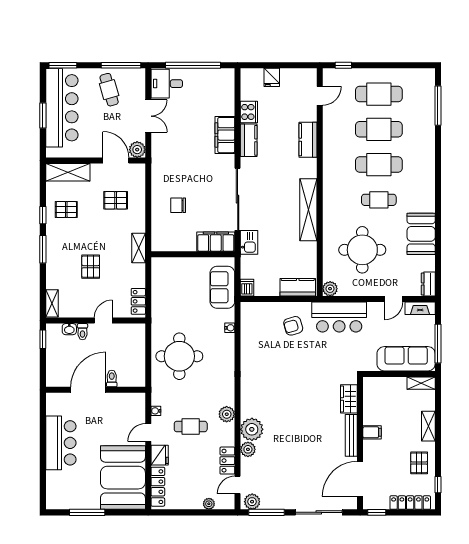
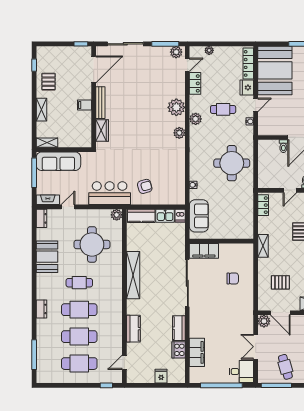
filing cabinet: (225, 135) -> (197, 352), moved
dresser: (428, 165) -> (41, 309), added
kitchen sink: (249, 242) -> (165, 216), moved, turned -90
plant: (248, 449) -> (179, 133), moved
locker: (410, 503) -> (55, 51), removed

